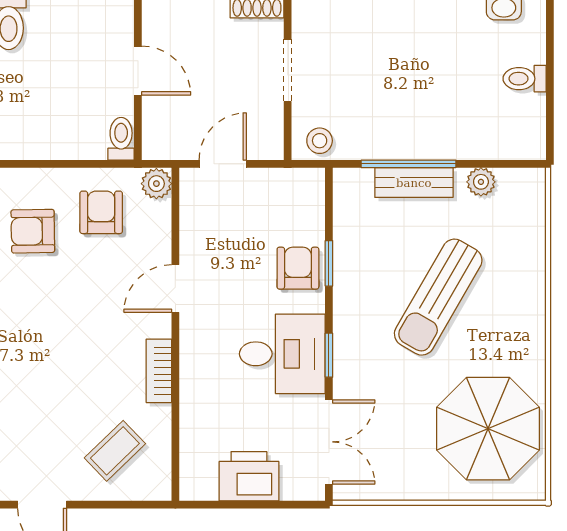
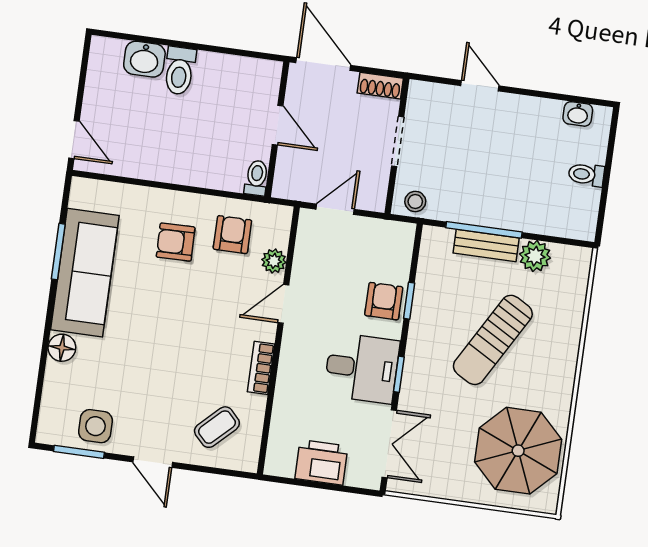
plant: (481, 182) -> (535, 256), width x1.38, depth x1.38
plant: (156, 184) -> (274, 261), moved

